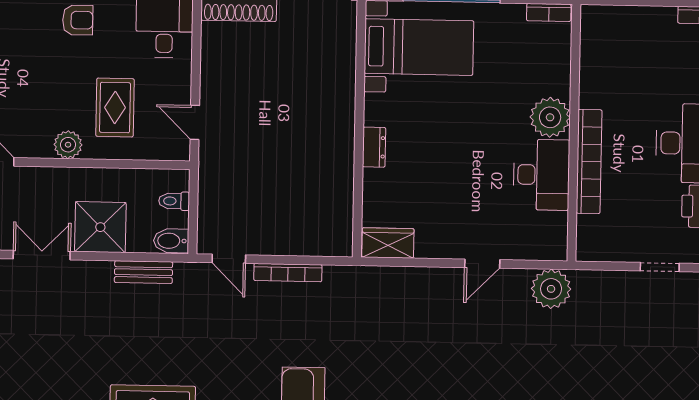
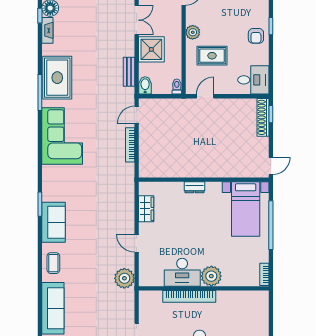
toilet: (174, 201) -> (177, 87), moved
wardrobe: (388, 243) -> (146, 209), moved

